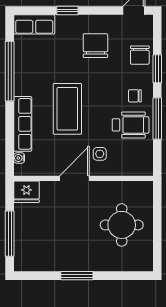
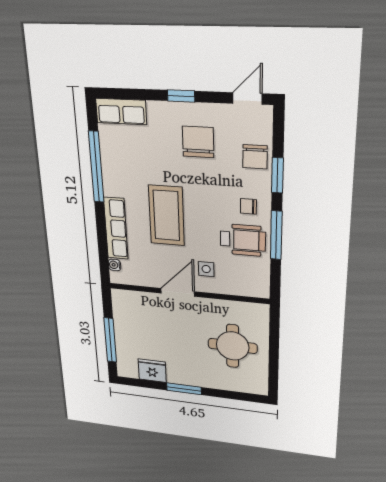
window: (67, 10) -> (181, 96), moved
fridge: (26, 192) -> (152, 371), moved, turned 180

